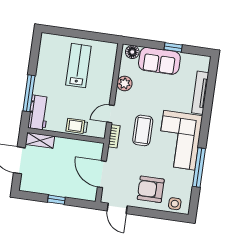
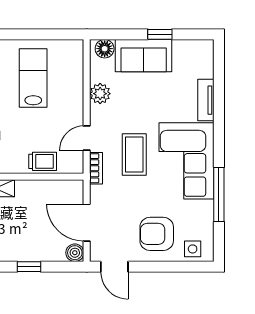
tv unit: (200, 93) -> (206, 100), width x0.71
trolley: (77, 126) -> (43, 161), turned 180
boiler: (90, 194) -> (75, 253), added

